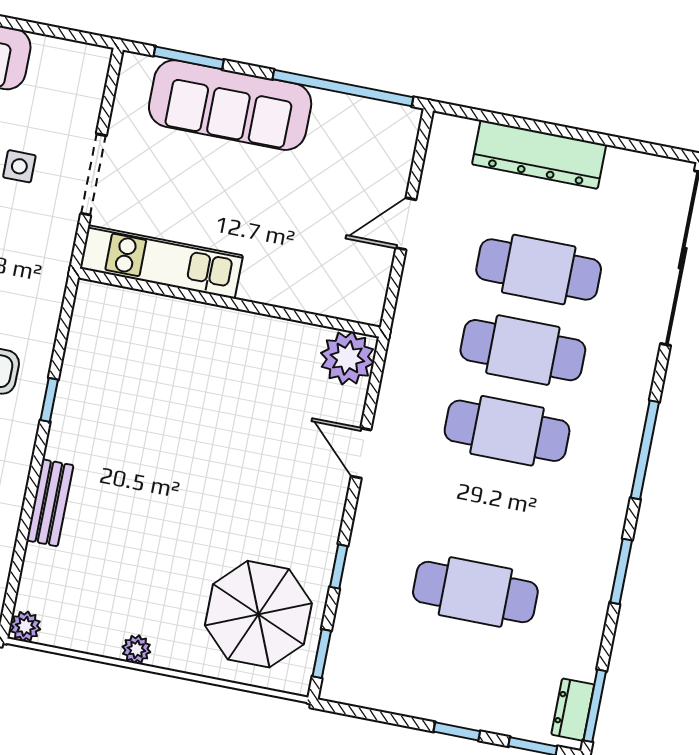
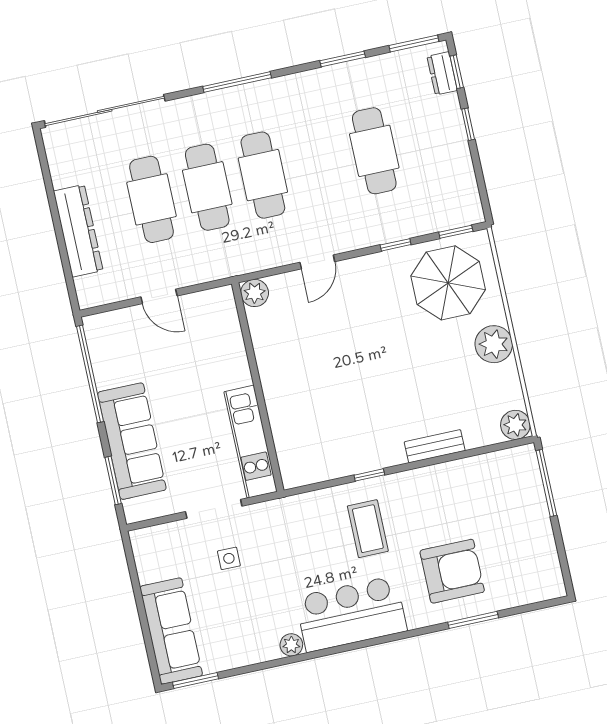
plant: (347, 358) -> (255, 293), width x0.73, depth x0.73
window: (621, 571) -> (343, 59), moved
plant: (25, 626) -> (515, 425), width x1.38, depth x1.38
plant: (136, 649) -> (494, 344), width x1.88, depth x1.88
dresser: (573, 710) -> (442, 73), moved, turned 90

